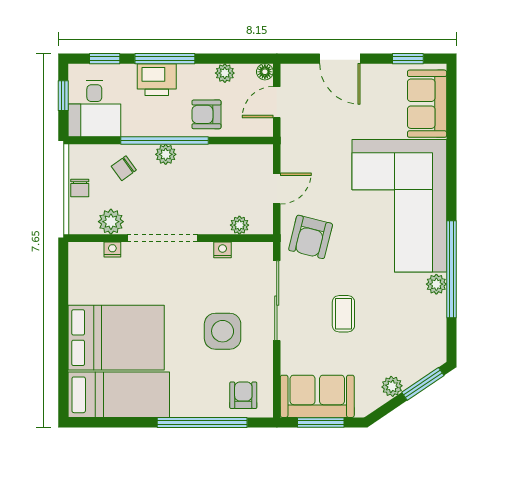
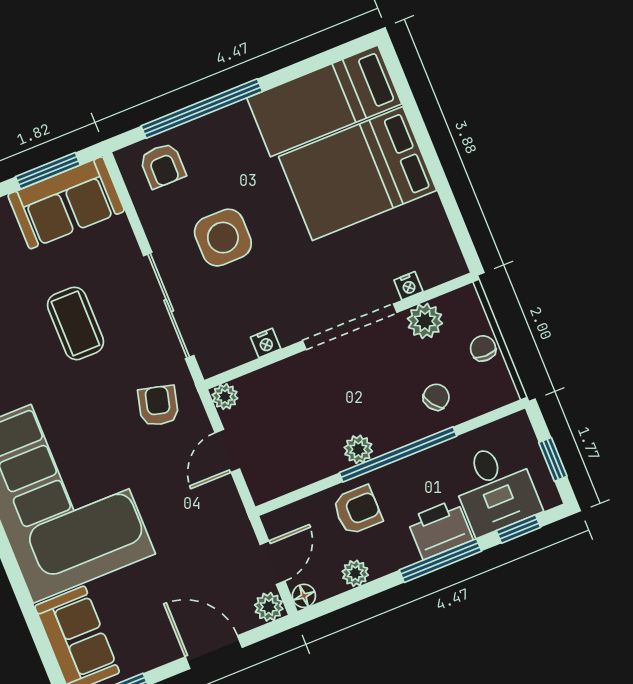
plant: (291, 74) -> (269, 607), added
desk: (94, 108) -> (495, 488), moved, turned 180
plant: (166, 154) -> (358, 449), moved
plant: (239, 225) -> (225, 397), moved
armchair: (311, 237) -> (158, 406), width x0.72, depth x0.72
coffee table: (343, 314) -> (75, 323), width x1.36, depth x1.30

